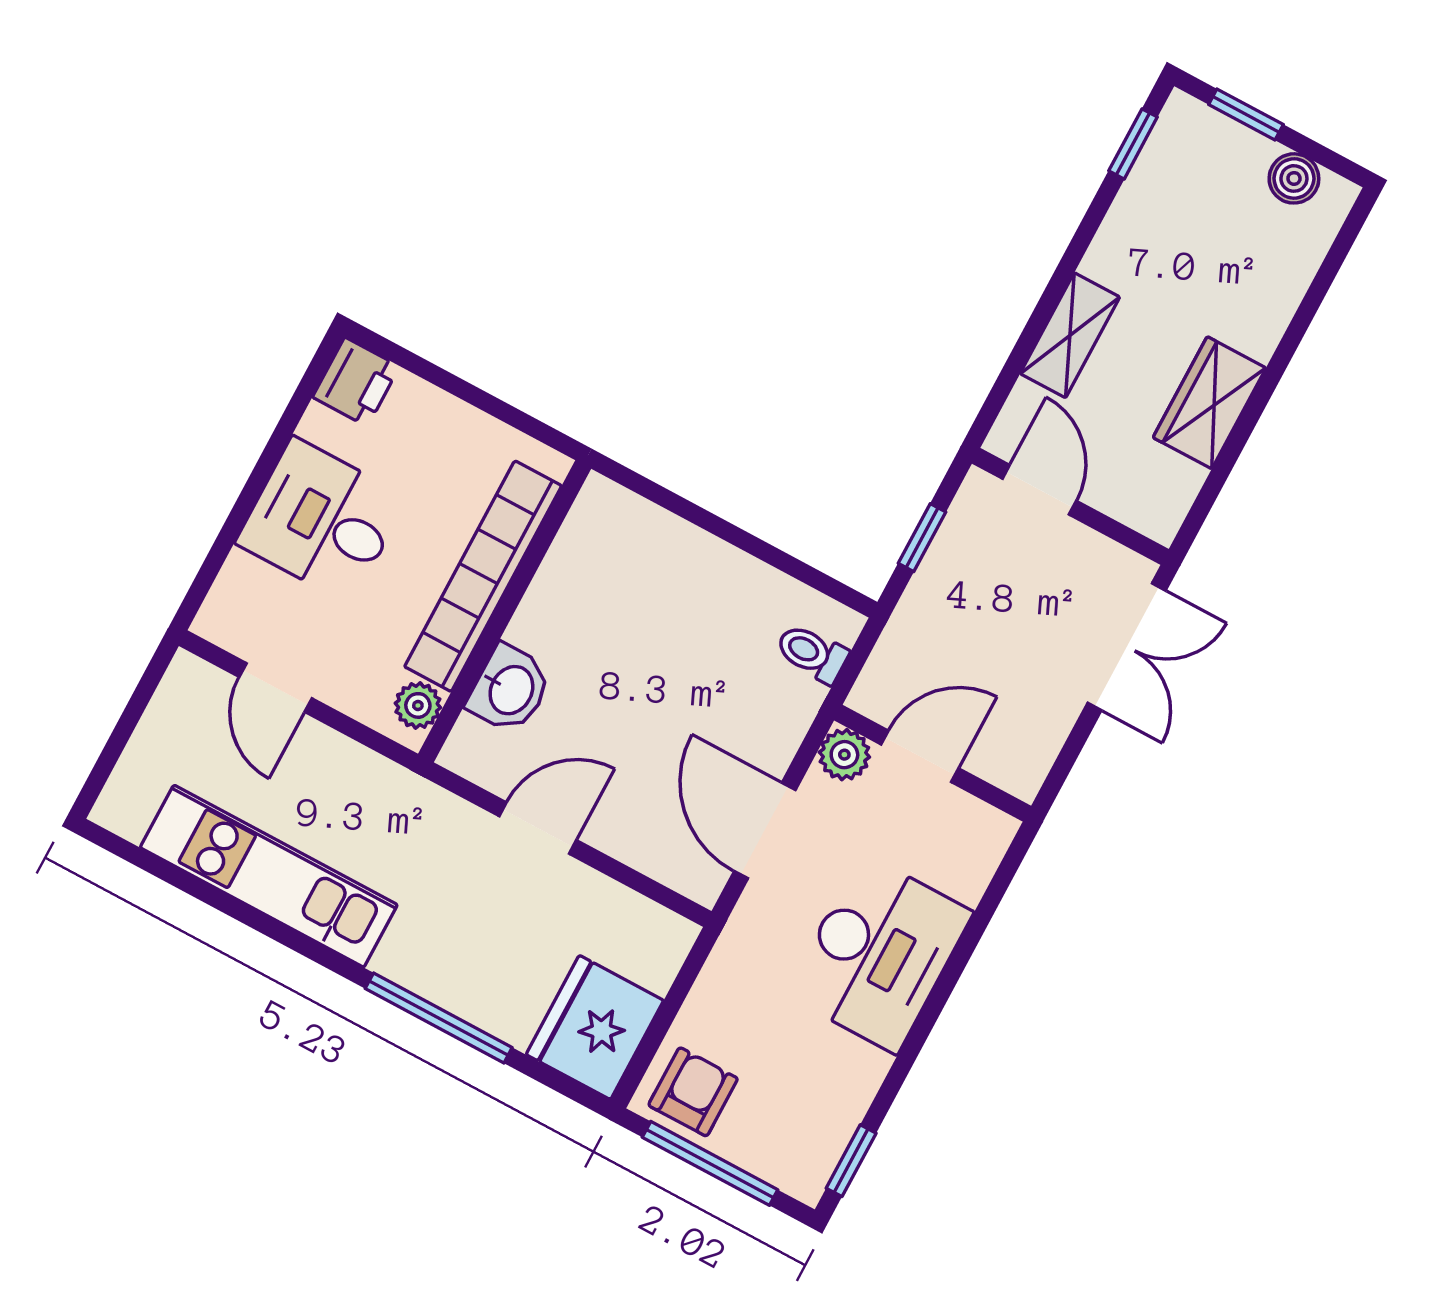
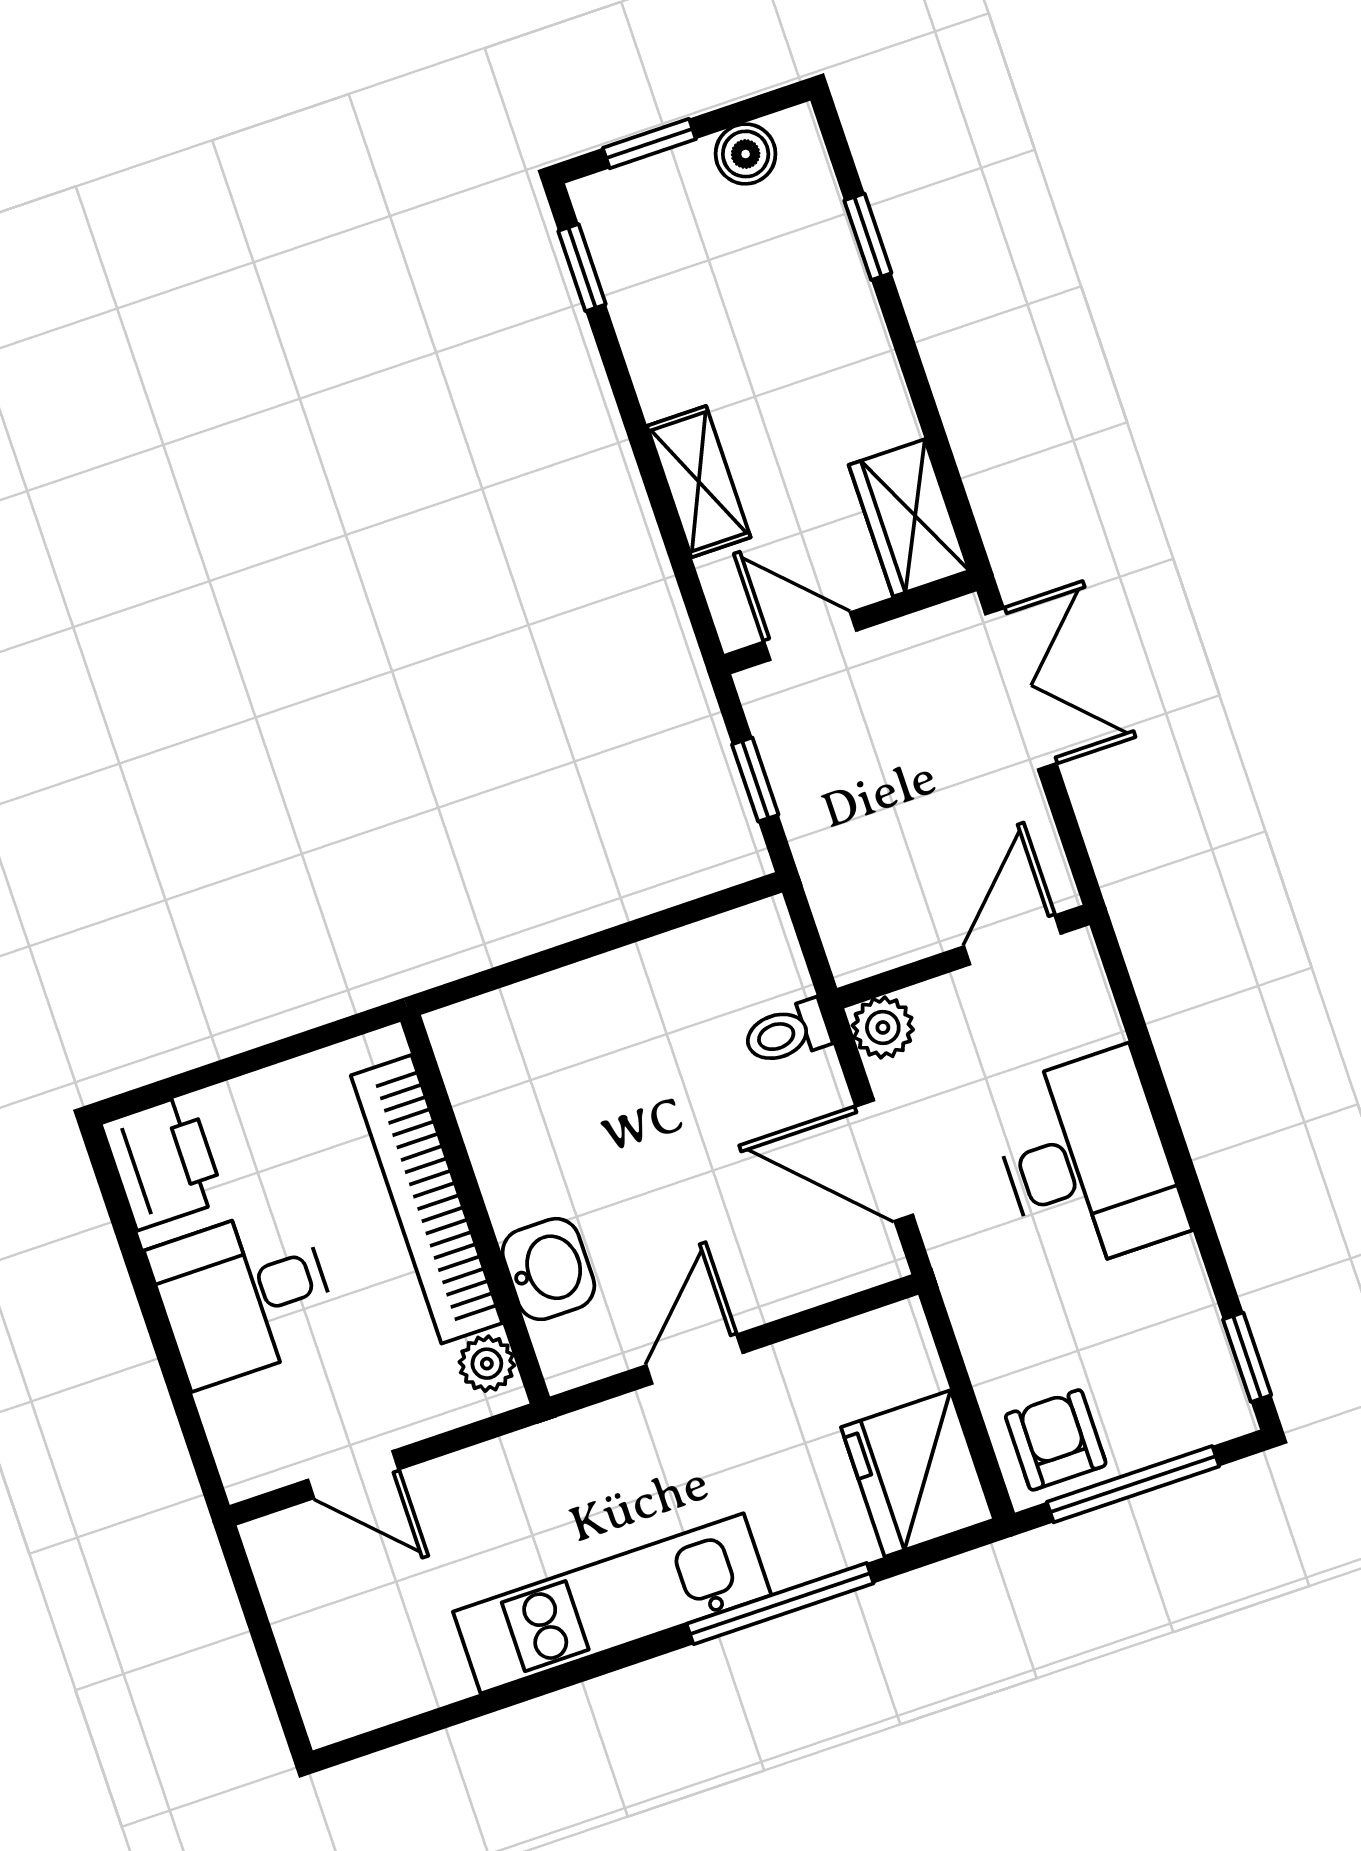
window: (1313, 299) -> (868, 237), added
printer: (356, 382) -> (163, 1162), width x1.36, depth x1.24
wardrobe: (1210, 403) -> (909, 518), moved
toilet: (812, 653) -> (787, 1033), moved
door: (920, 756) -> (1012, 940), moved
kitchen unit: (269, 876) -> (612, 1603), moved

